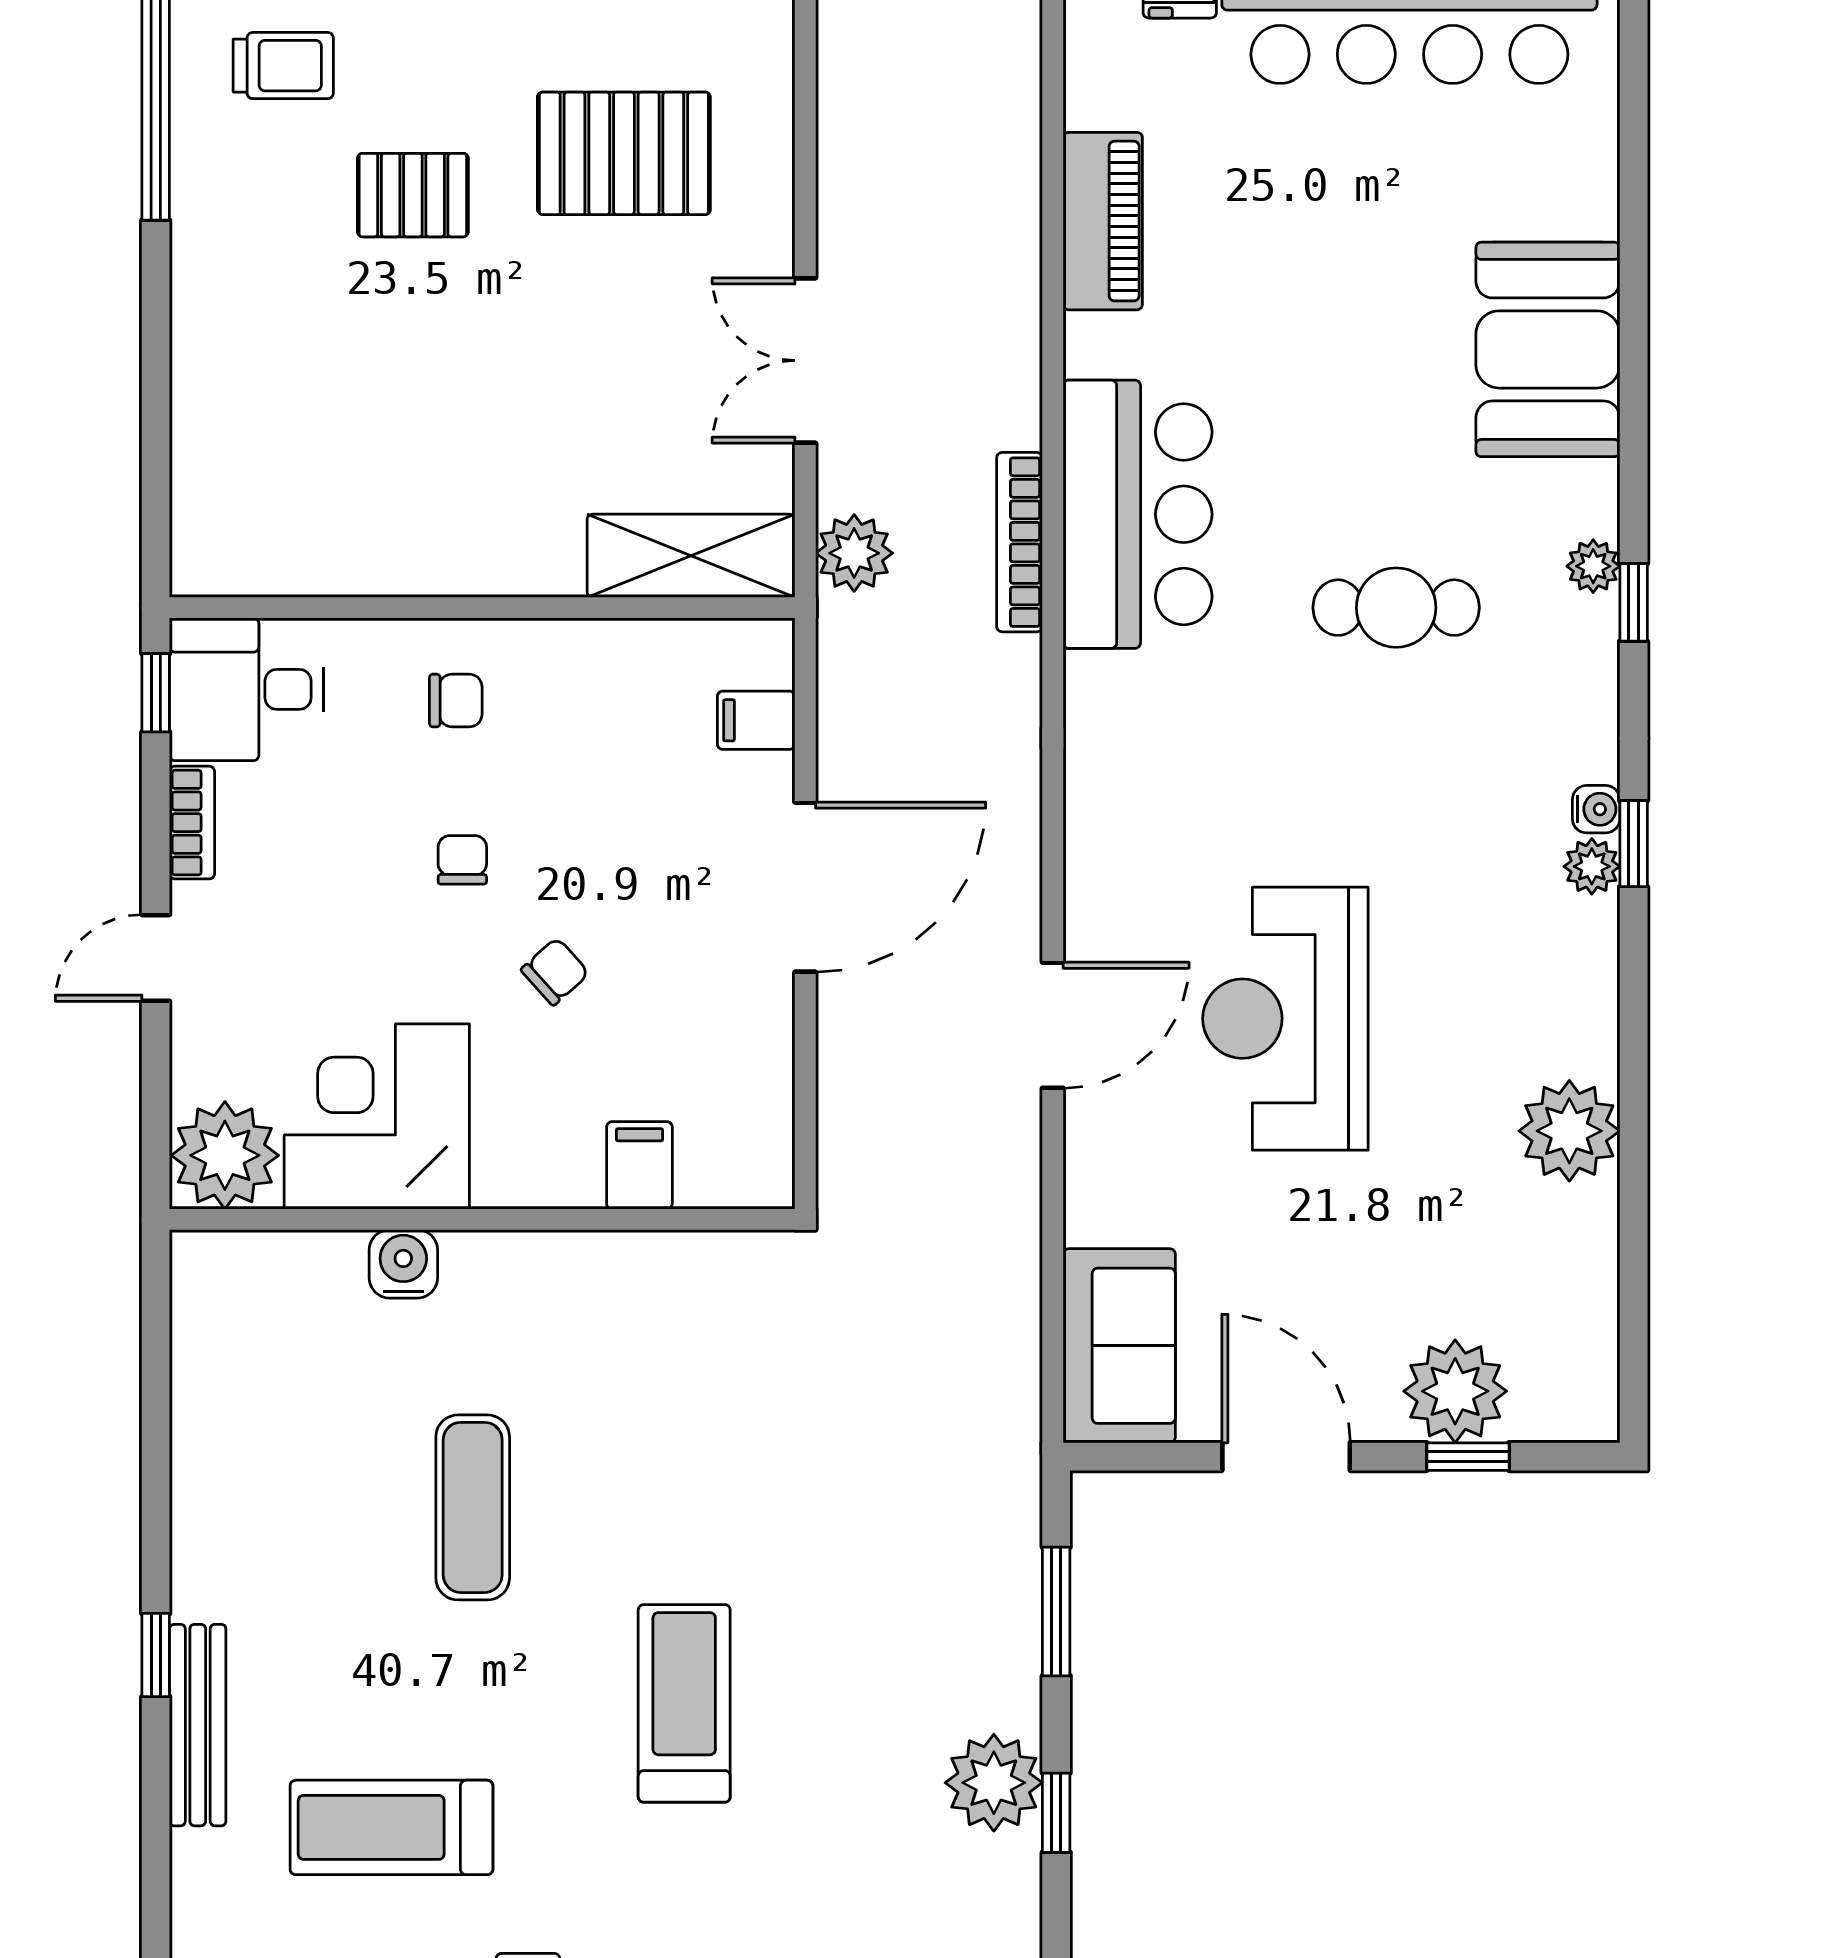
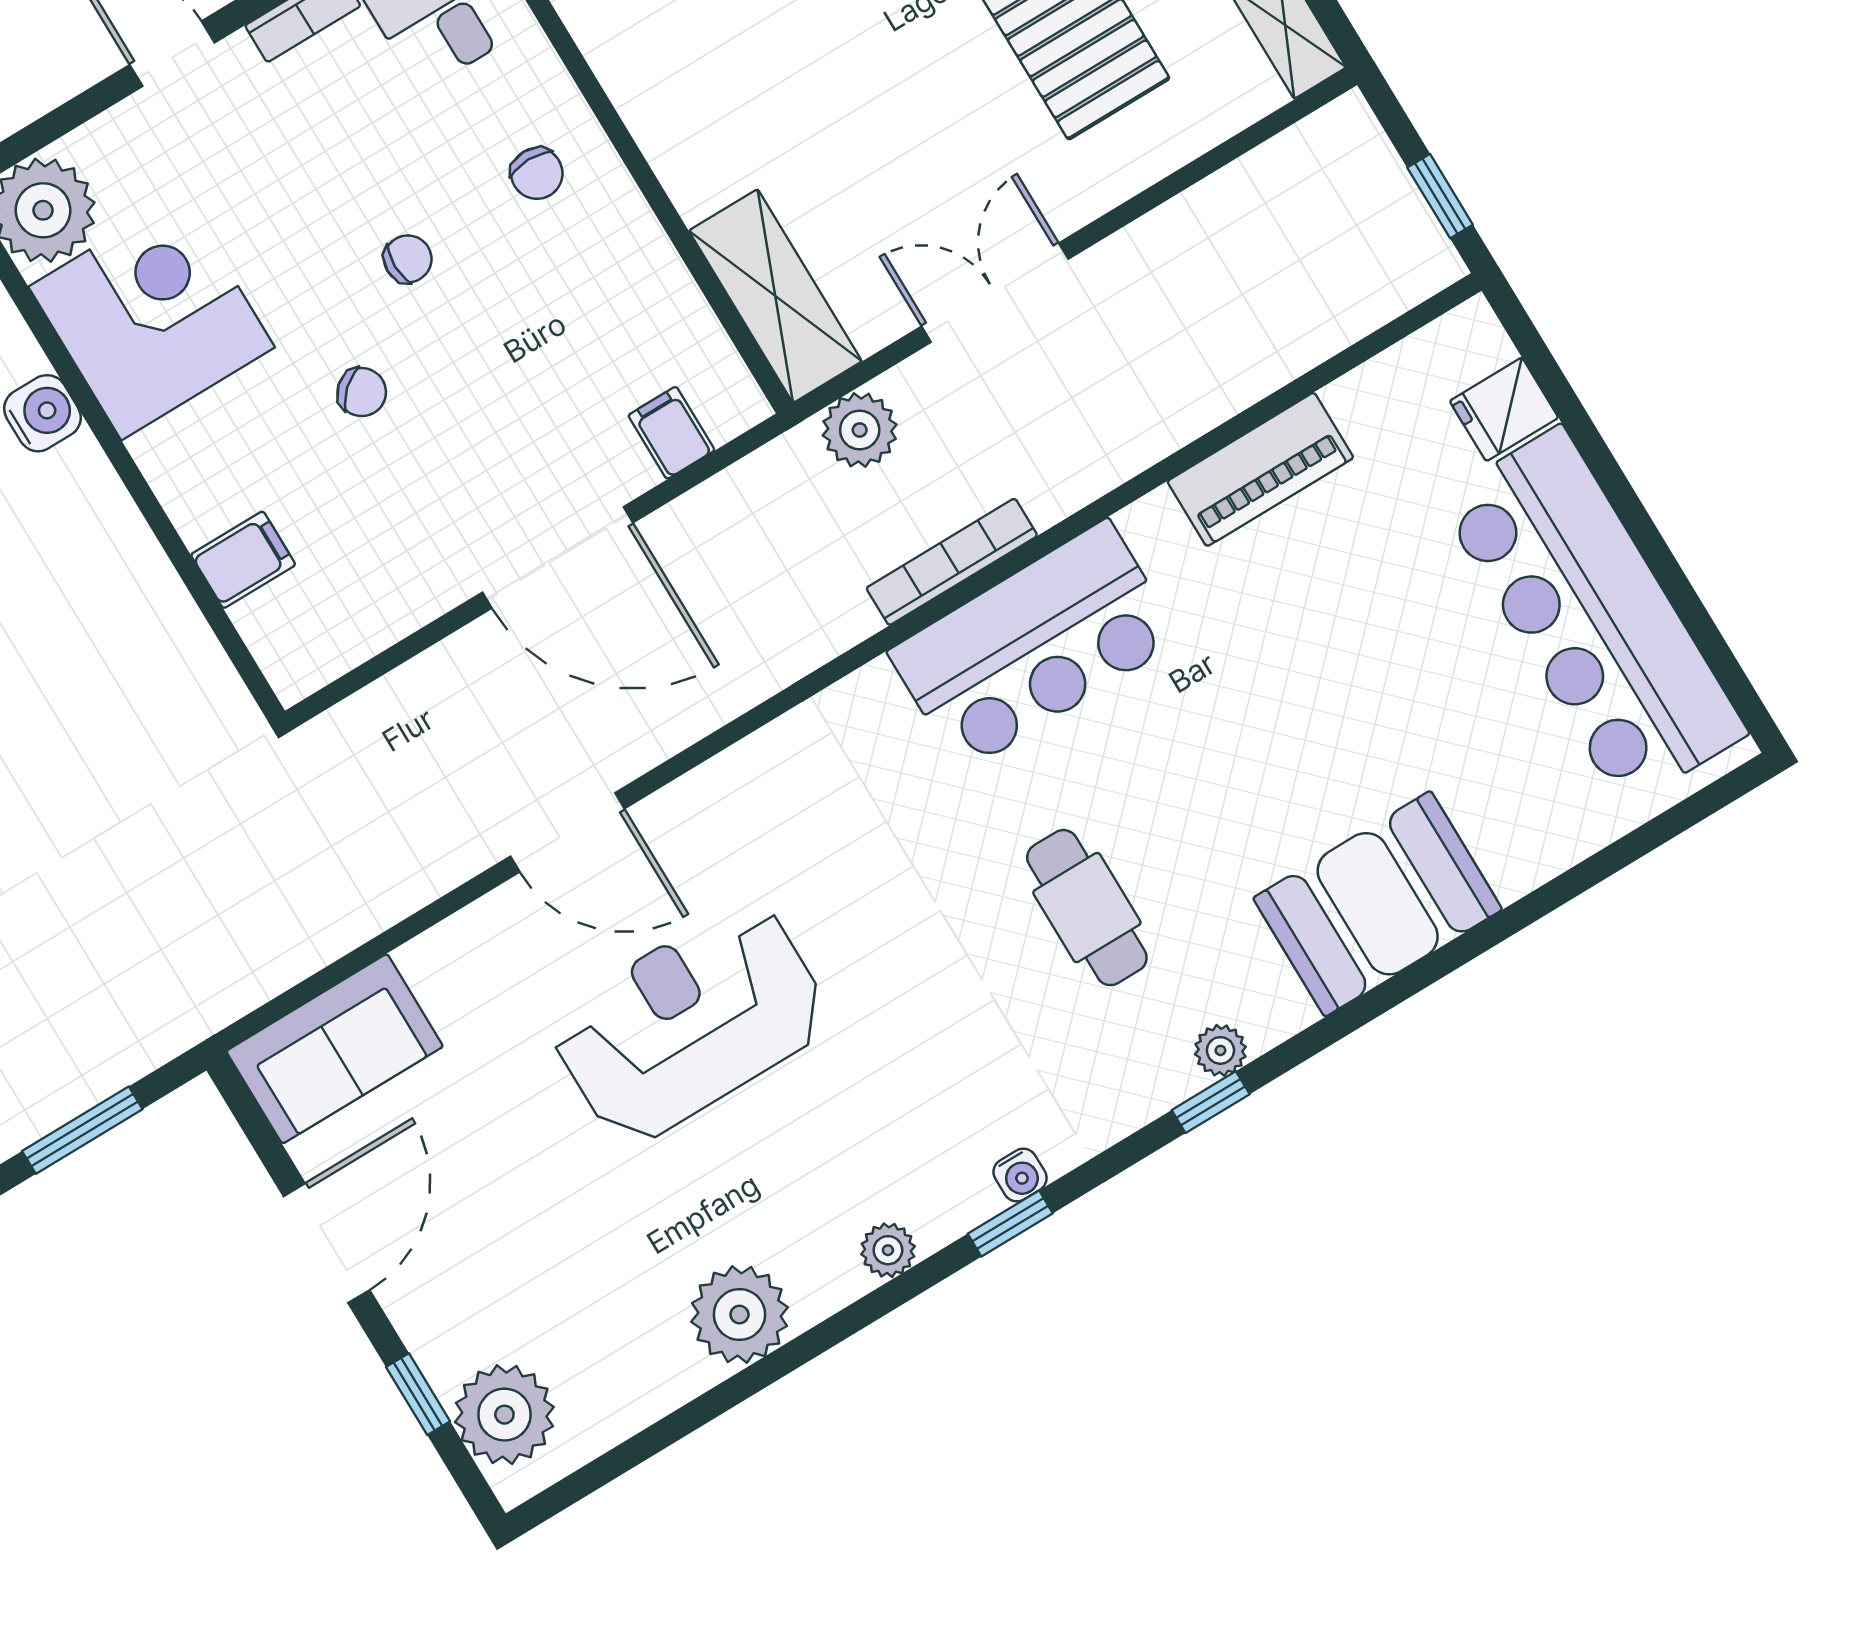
plant: (1592, 866) -> (888, 1250), moved
plant: (1455, 1391) -> (504, 1415), moved

